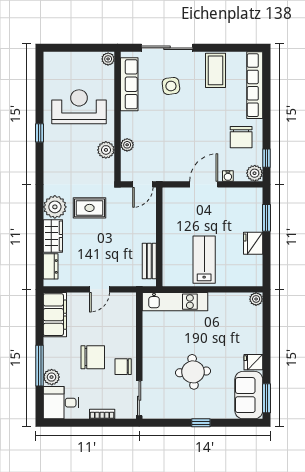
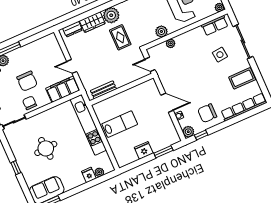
row of seats: (129, 84) -> (215, 25), width x0.68
plant: (256, 299) -> (99, 172), moved
kitchen unit: (175, 302) -> (88, 125), width x1.36
filing cabinet: (55, 315) -> (63, 89), moved, turned 180
fridge: (253, 362) -> (89, 175), moved

